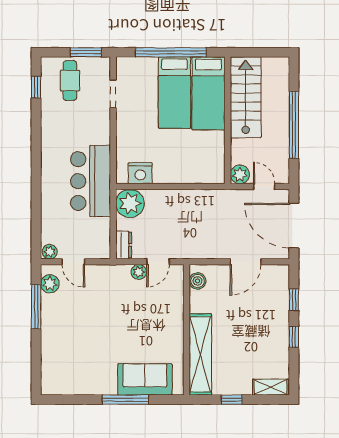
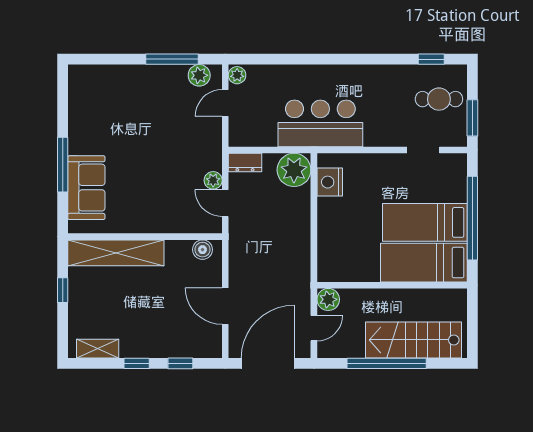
stairs: (246, 97) -> (414, 340), moved, turned 180
shelving: (271, 387) -> (98, 349), moved, turned 90

